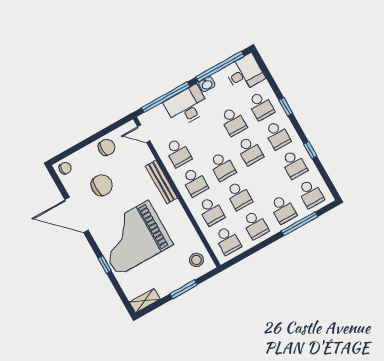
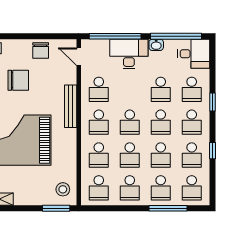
chair: (107, 147) -> (41, 50), turned 90
school desk: (266, 180) -> (161, 155), added
window: (184, 289) -> (56, 208), moved

